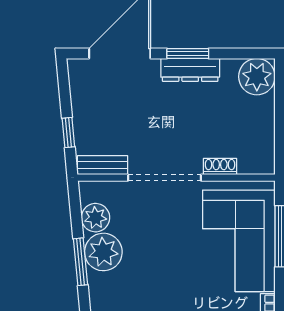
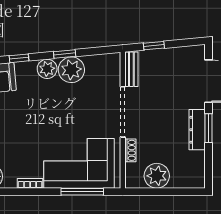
plant: (257, 77) -> (157, 176), moved
plant: (96, 218) -> (47, 69), moved
window: (80, 262) -> (65, 54), width x0.67

